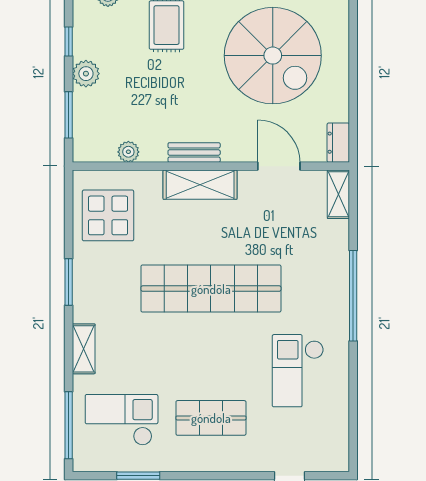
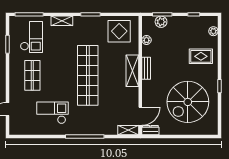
plant: (86, 74) -> (161, 22), moved
door: (279, 166) -> (140, 116), moved

